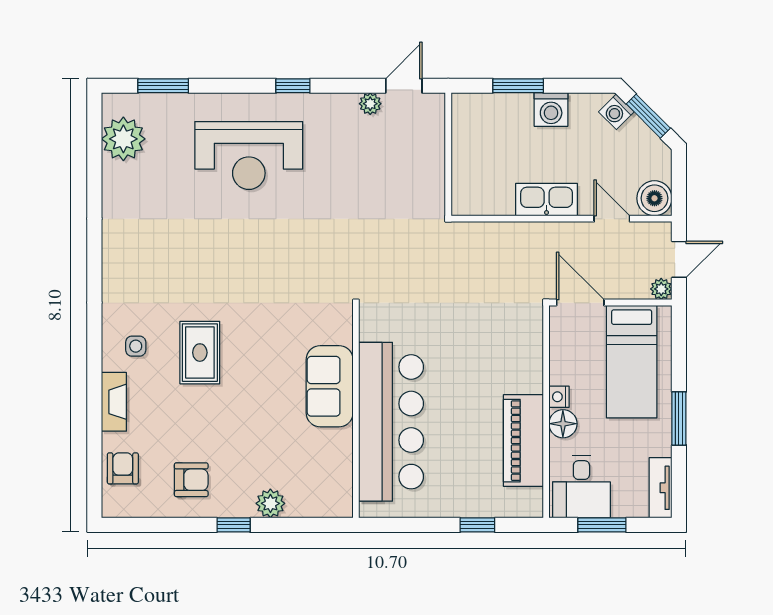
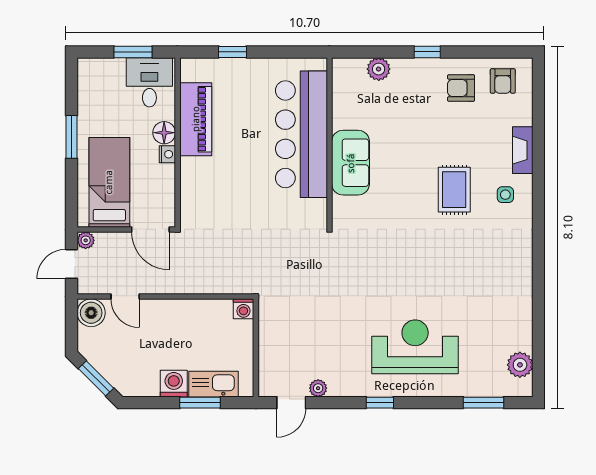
washing machine: (616, 112) -> (243, 309), moved, turned 135
plant: (123, 139) -> (520, 365), width x0.73, depth x0.73
kitchen sink: (547, 200) -> (213, 384), moved, turned 180
armchair: (123, 468) -> (503, 81), moved
tv unit: (661, 488) -> (86, 82), removed
plant: (270, 503) -> (379, 69), moved

